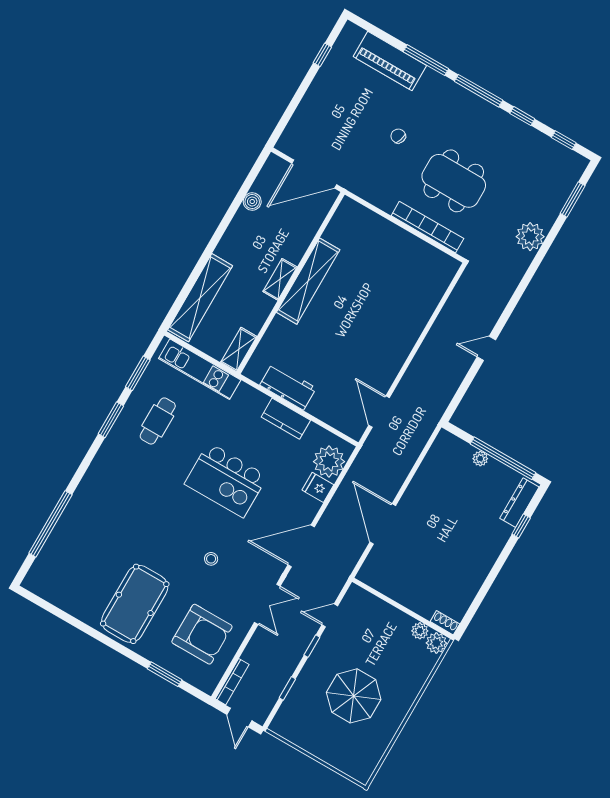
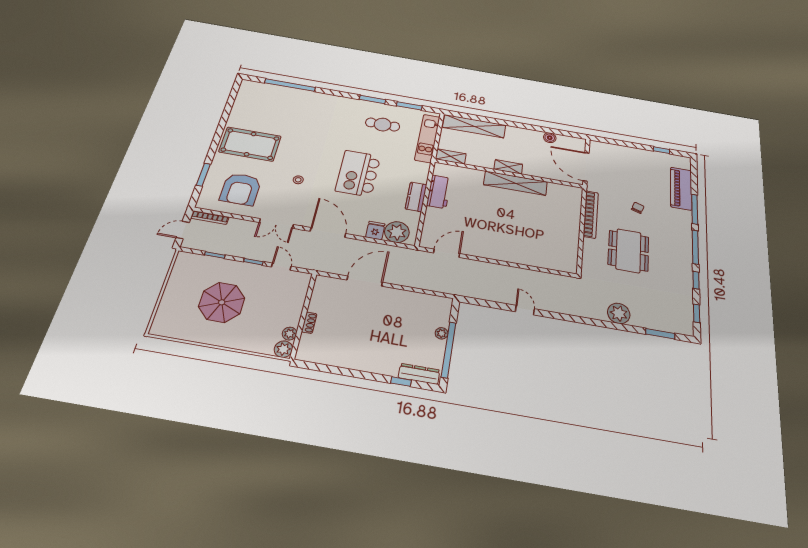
bookcase: (427, 227) -> (591, 214), moved
shoe rack: (445, 623) -> (309, 323), moved

